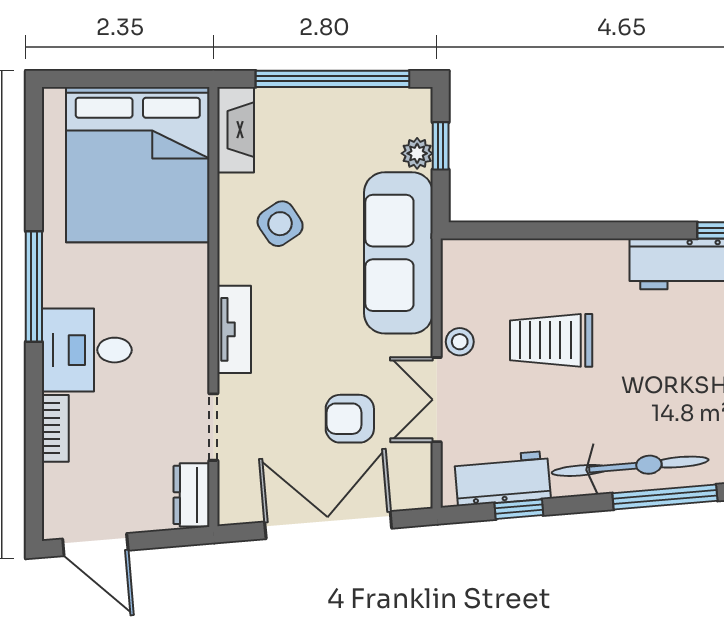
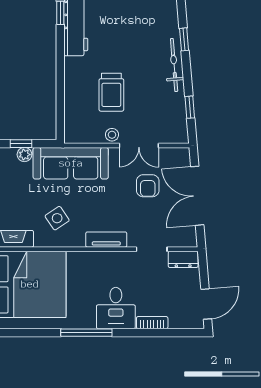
bicycle: (630, 466) -> (174, 65), width x0.73, depth x0.71
workbench: (502, 478) -> (175, 115), removed
window: (665, 497) -> (184, 39), width x0.46

